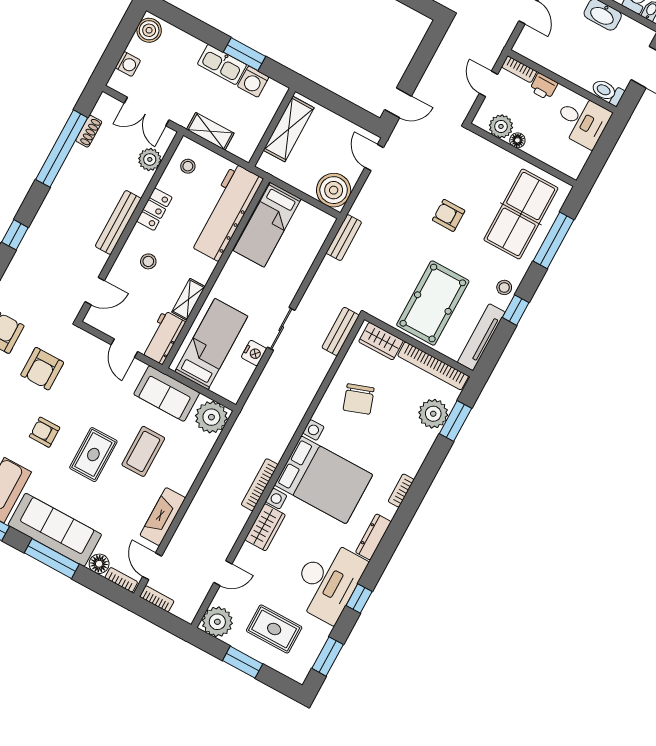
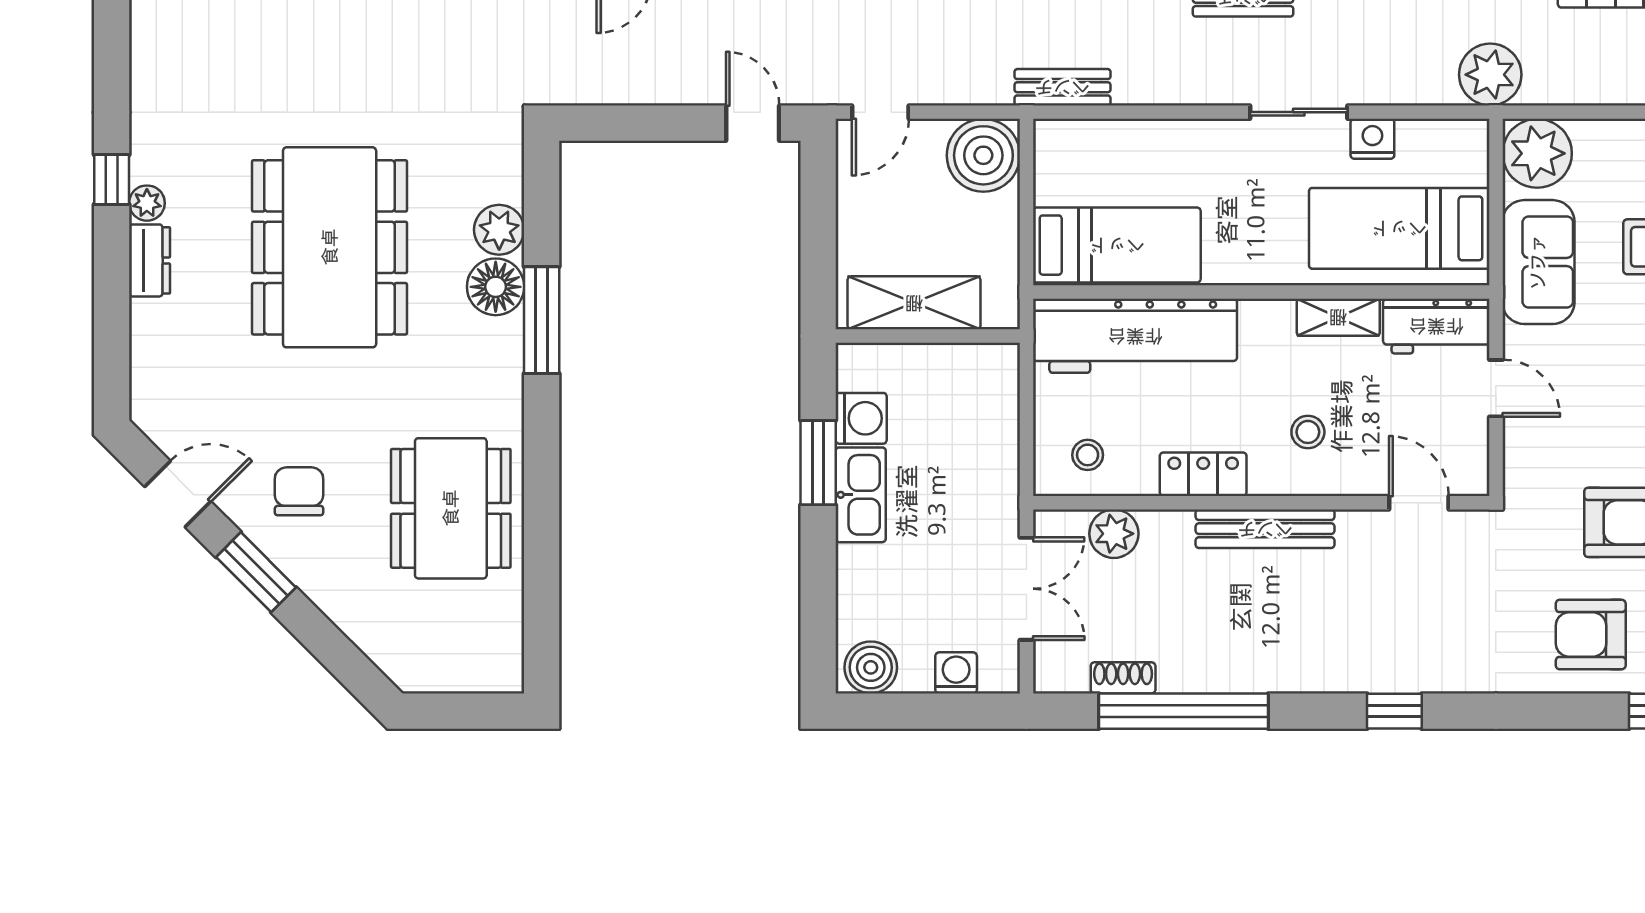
shelving: (210, 131) -> (999, 448), removed
door: (124, 348) -> (1496, 388), hinge flipped
plant: (254, 415) -> (1490, 75), added

